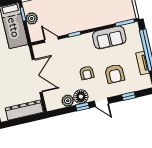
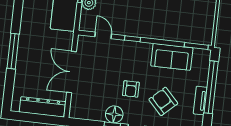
armchair: (115, 74) -> (163, 101), turned 137
double door: (37, 76) -> (72, 72), swing flipped
plant: (68, 101) -> (97, 114), removed

